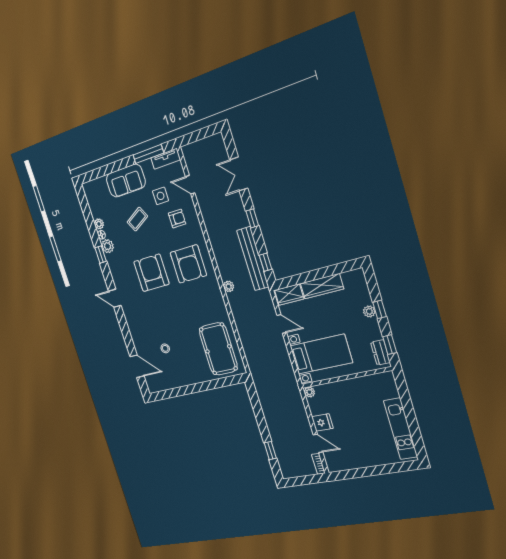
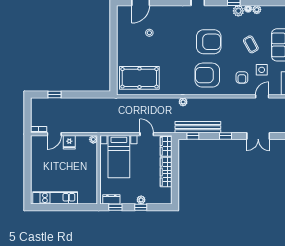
double door: (239, 174) -> (258, 136), swing flipped
door: (282, 324) -> (147, 134), swing flipped

